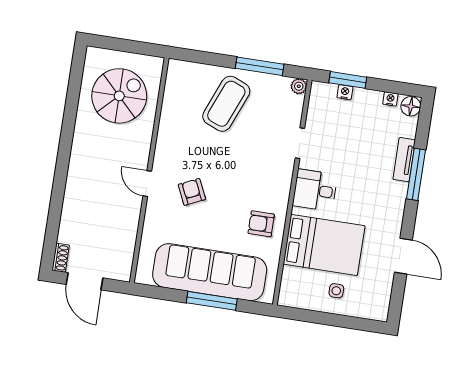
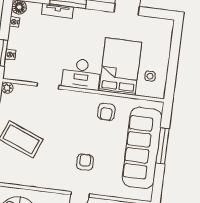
desk: (315, 190) -> (81, 74), width x1.37
armchair: (192, 192) -> (85, 162), turned 115
side table: (336, 291) -> (150, 76), moved

